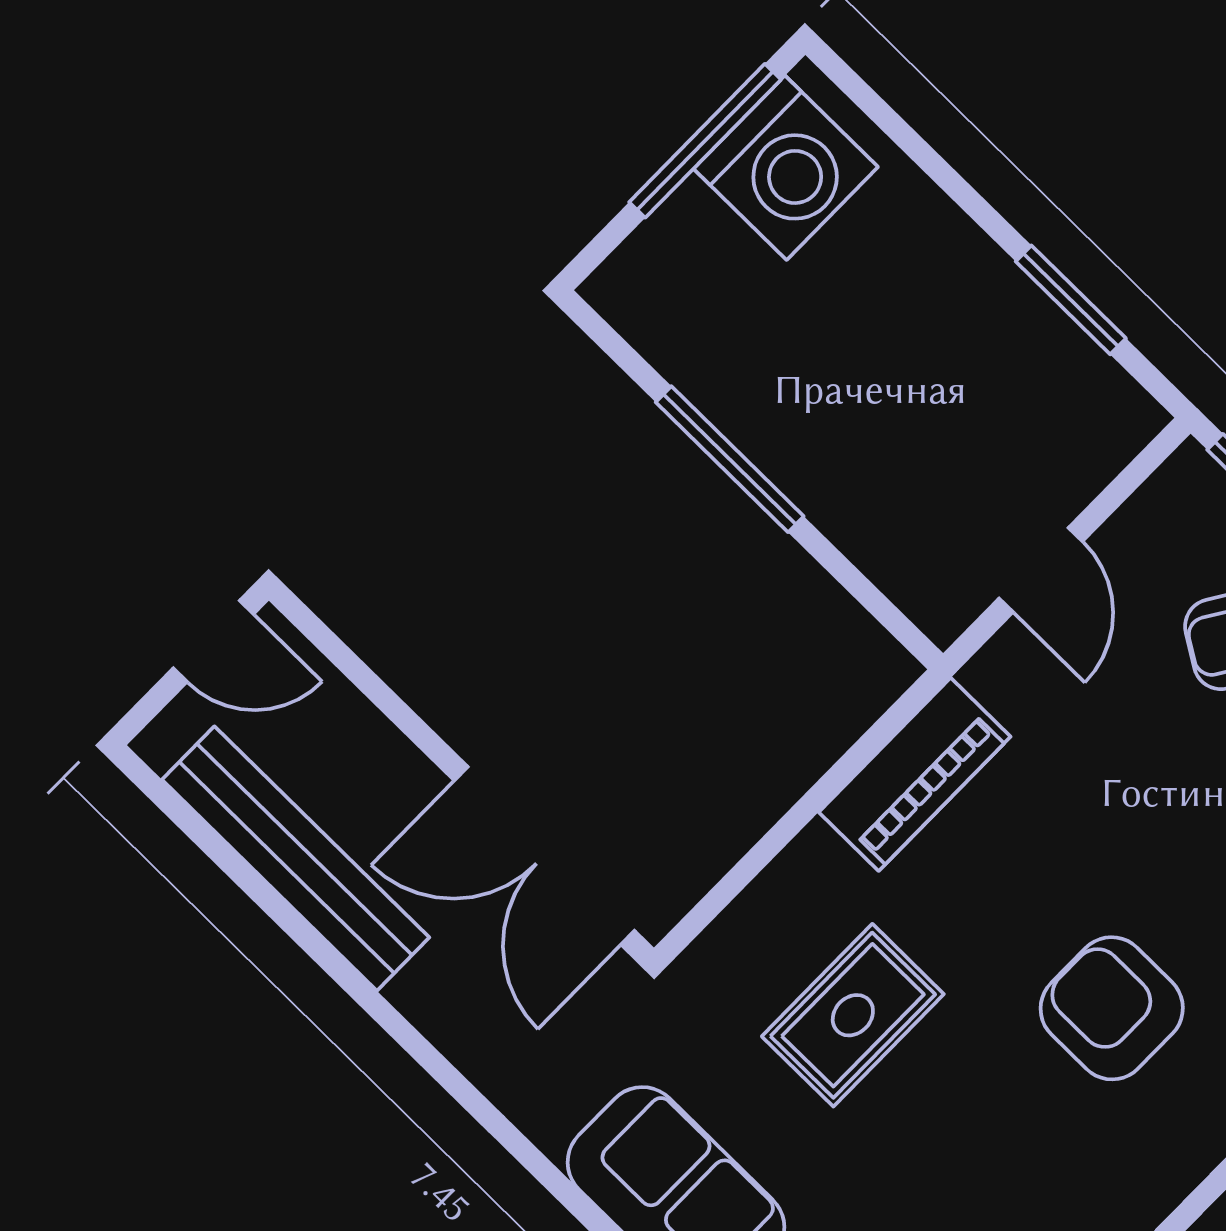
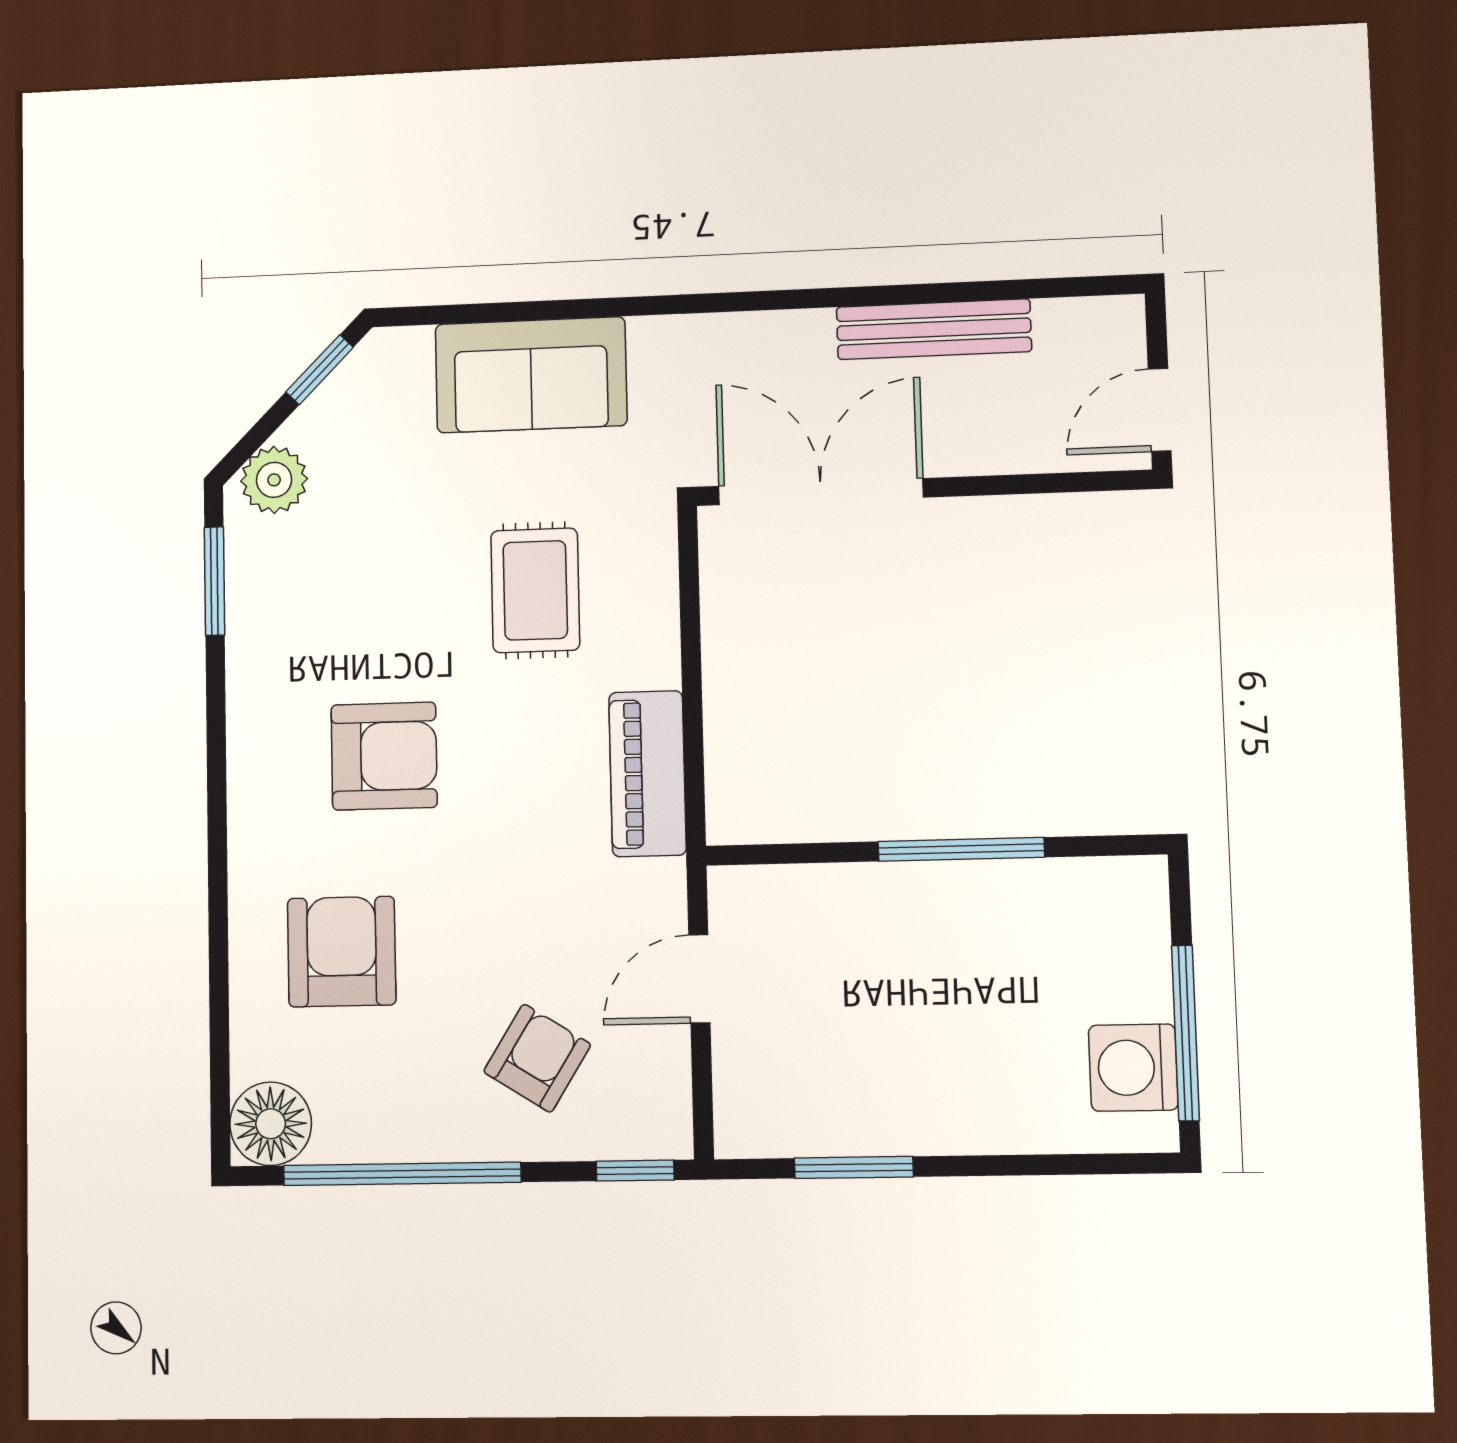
washing machine: (786, 168) -> (1133, 1068), width x0.73, depth x0.73
door: (1041, 570) -> (699, 979), hinge flipped
bench: (296, 858) -> (934, 329), width x0.73, depth x0.82

